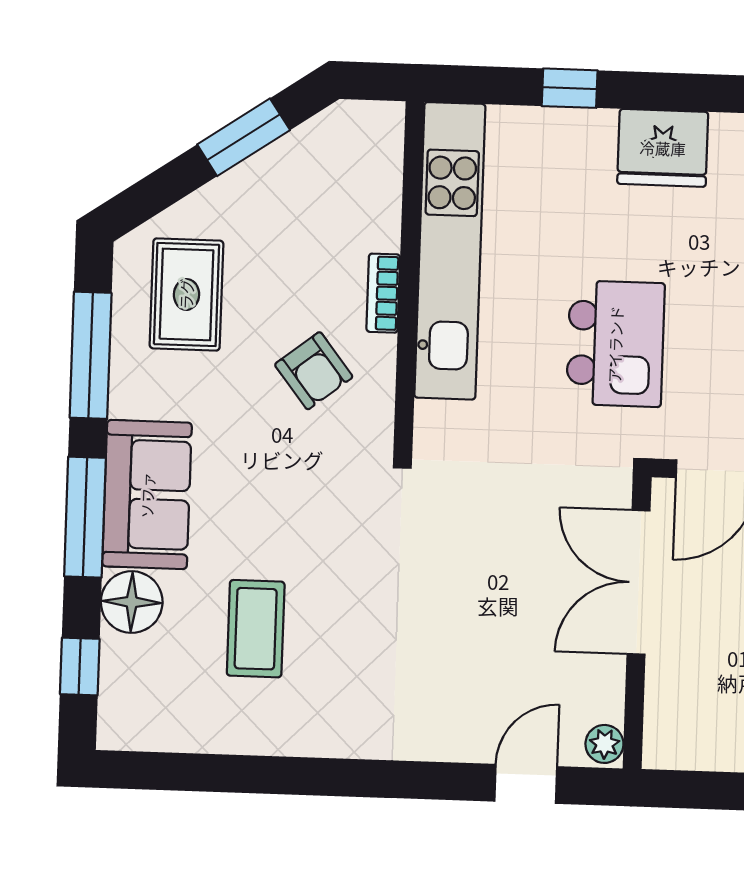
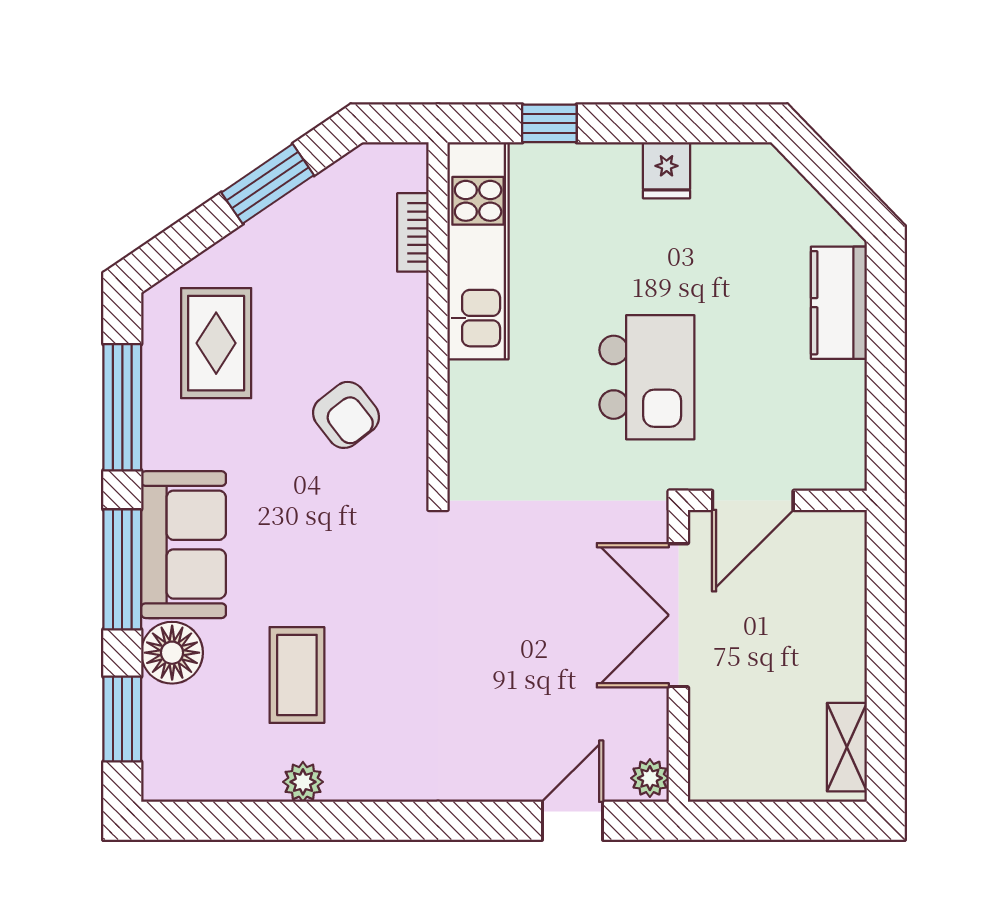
window: (570, 88) -> (549, 123), moved
fridge: (663, 148) -> (667, 170), width x0.53, depth x0.75
kitchen unit: (450, 251) -> (478, 251), width x0.73
bookcase: (383, 293) -> (413, 232), moved
window: (80, 667) -> (122, 719), width x1.50
plant: (258, 736) -> (303, 782), added

